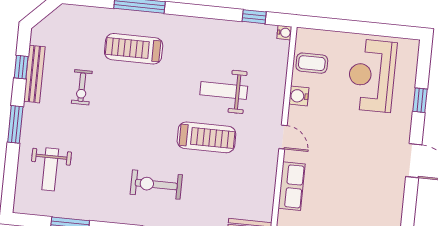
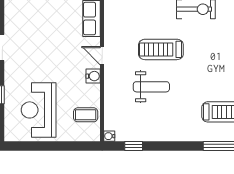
reception desk: (372, 75) -> (39, 110), turned 180
water cooler: (299, 96) -> (93, 76), moved

